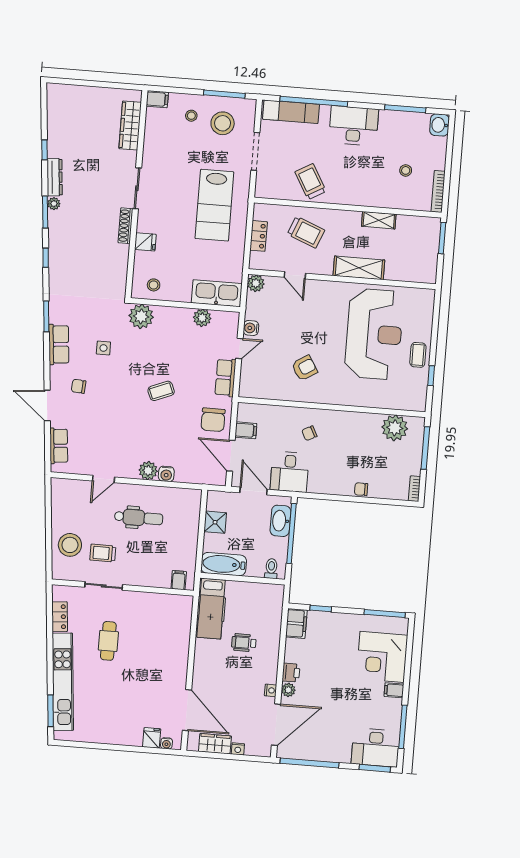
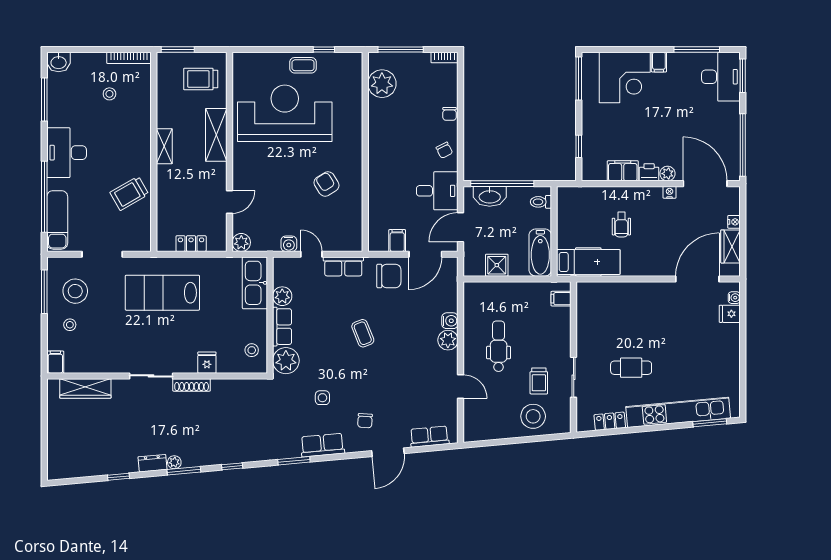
dresser: (55, 177) -> (152, 463), width x0.70
lab bench: (214, 205) -> (162, 293), turned 180
shelving: (379, 220) -> (164, 146), moved
trolley: (306, 232) -> (201, 79), moved, turned -112
row of seats: (174, 315) -> (282, 327), added
chair: (309, 433) -> (444, 150), moved
filing cabinet: (296, 623) -> (623, 171), moved

